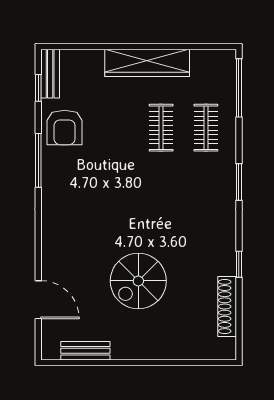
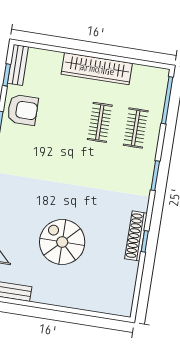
armchair: (65, 127) -> (23, 110), turned -90
spiral stairs: (138, 281) -> (62, 242), turned 90
shoe rack: (227, 306) -> (136, 236), moved

